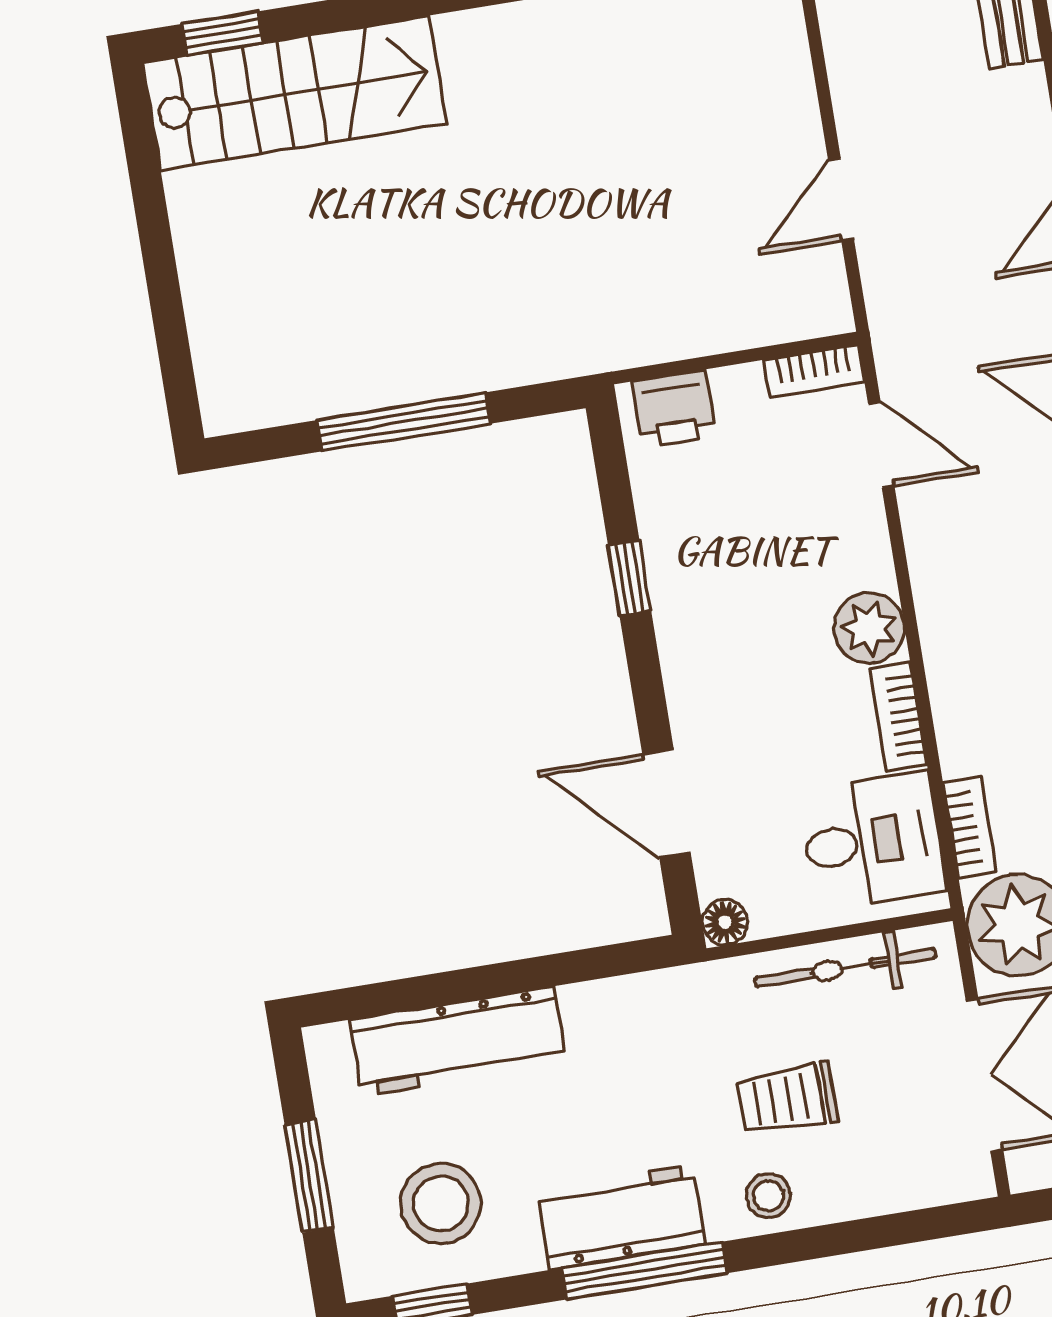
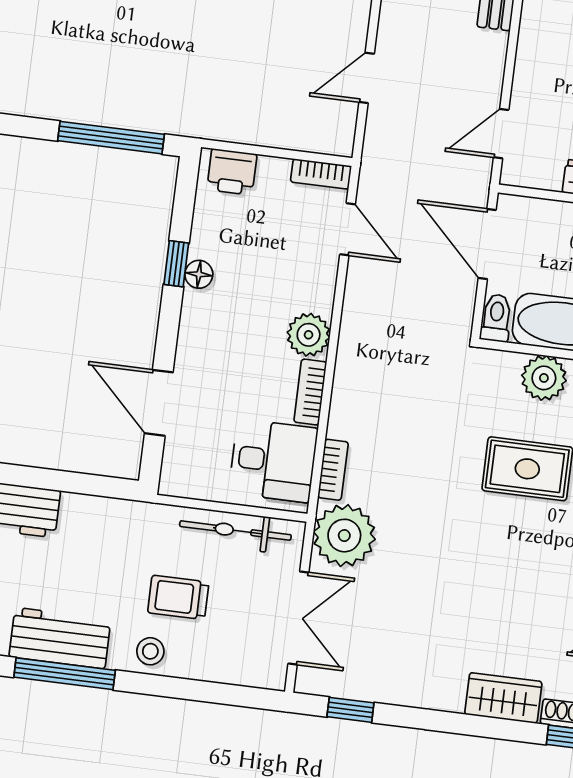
window: (404, 422) -> (111, 138), moved
floor lamp: (725, 922) -> (199, 274), moved

